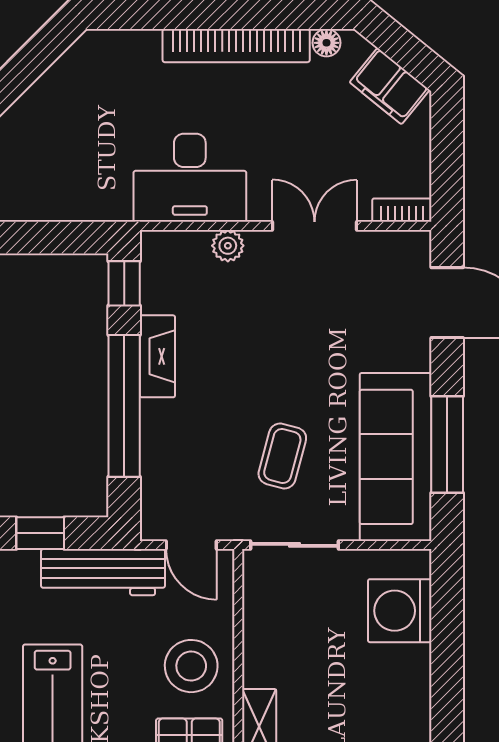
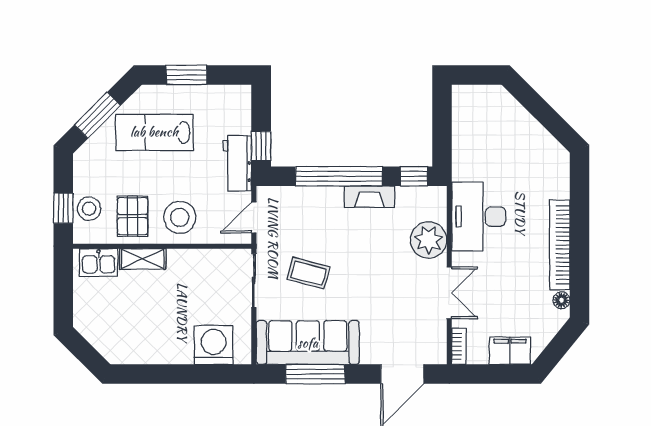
filing cabinet: (390, 86) -> (510, 351), moved, turned 51
plant: (228, 246) -> (429, 240), width x1.87, depth x1.87
window: (40, 533) -> (261, 146), moved
workbench: (103, 572) -> (237, 163), width x0.73

